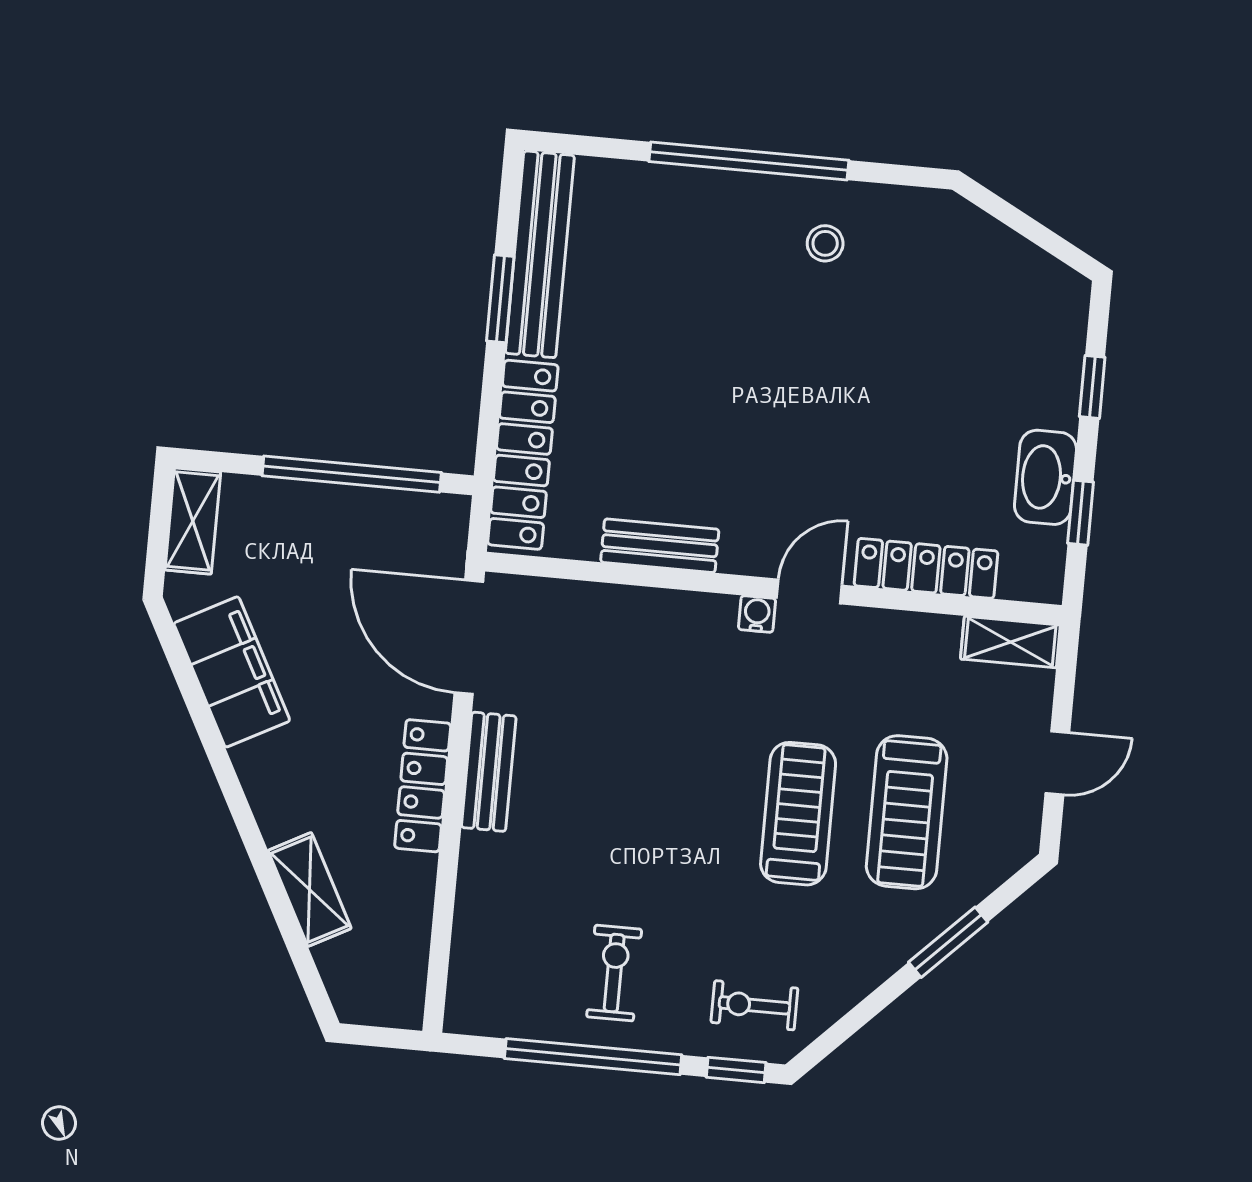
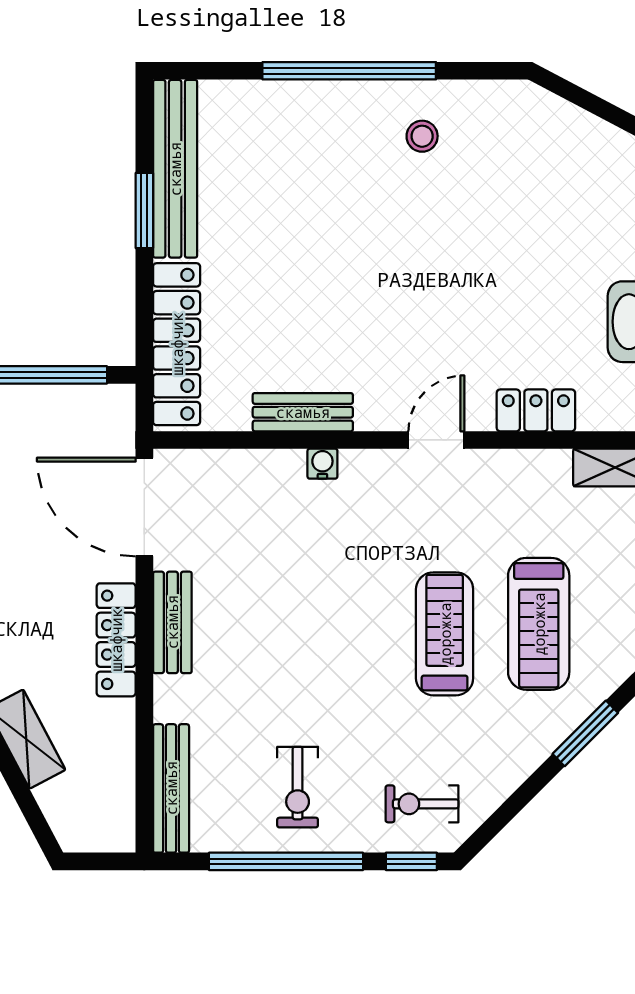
locker: (926, 568) -> (536, 410), width x0.66
water cooler: (757, 614) -> (322, 464), moved
bench: (470, 961) -> (171, 788), added
exercise bike: (614, 973) -> (298, 787), turned 180

